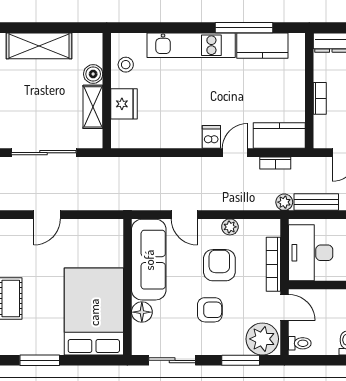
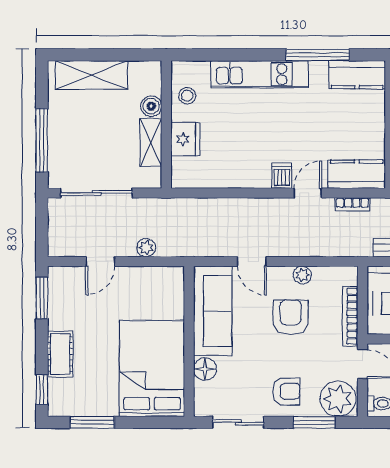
kitchen counter: (262, 46) -> (357, 75), moved
plant: (284, 202) -> (146, 248), moved
armchair: (210, 310) -> (286, 391), moved

